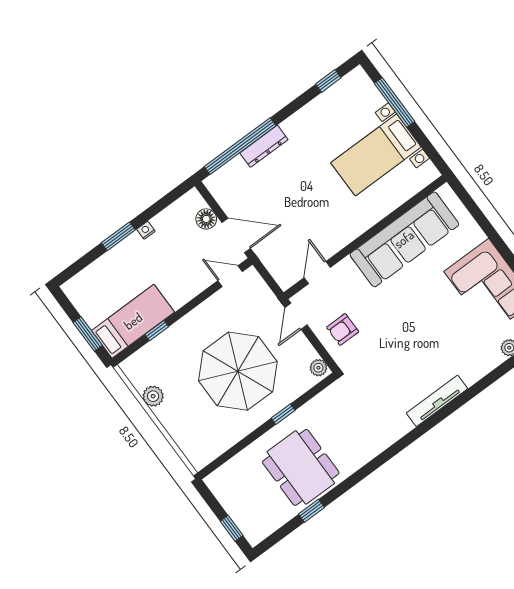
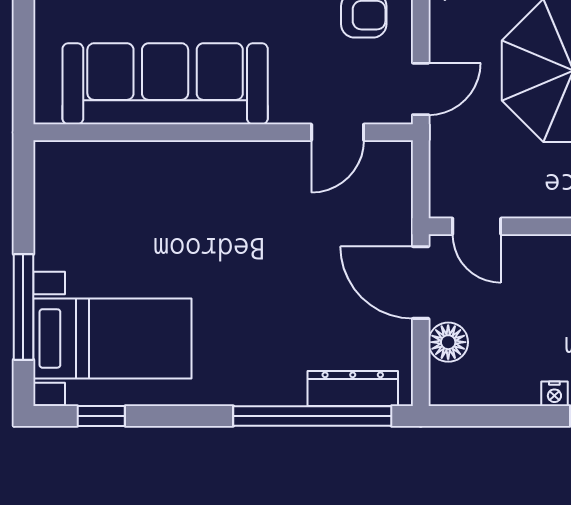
dresser: (264, 146) -> (353, 389), moved
bed with nightstands: (376, 155) -> (112, 338), moved

